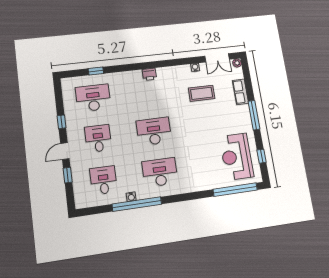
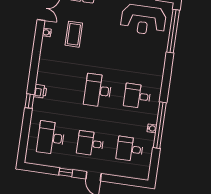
window: (96, 71) -> (29, 101), moved
printer: (149, 74) -> (40, 91), moved
desk: (160, 172) -> (137, 96), width x0.73
window: (68, 175) -> (116, 179), removed

